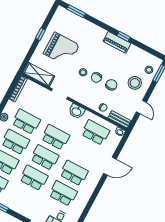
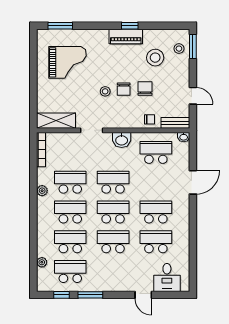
window: (40, 34) -> (33, 74), removed
grand piano: (61, 49) -> (68, 62), moved
stool: (135, 83) -> (155, 58), moved

